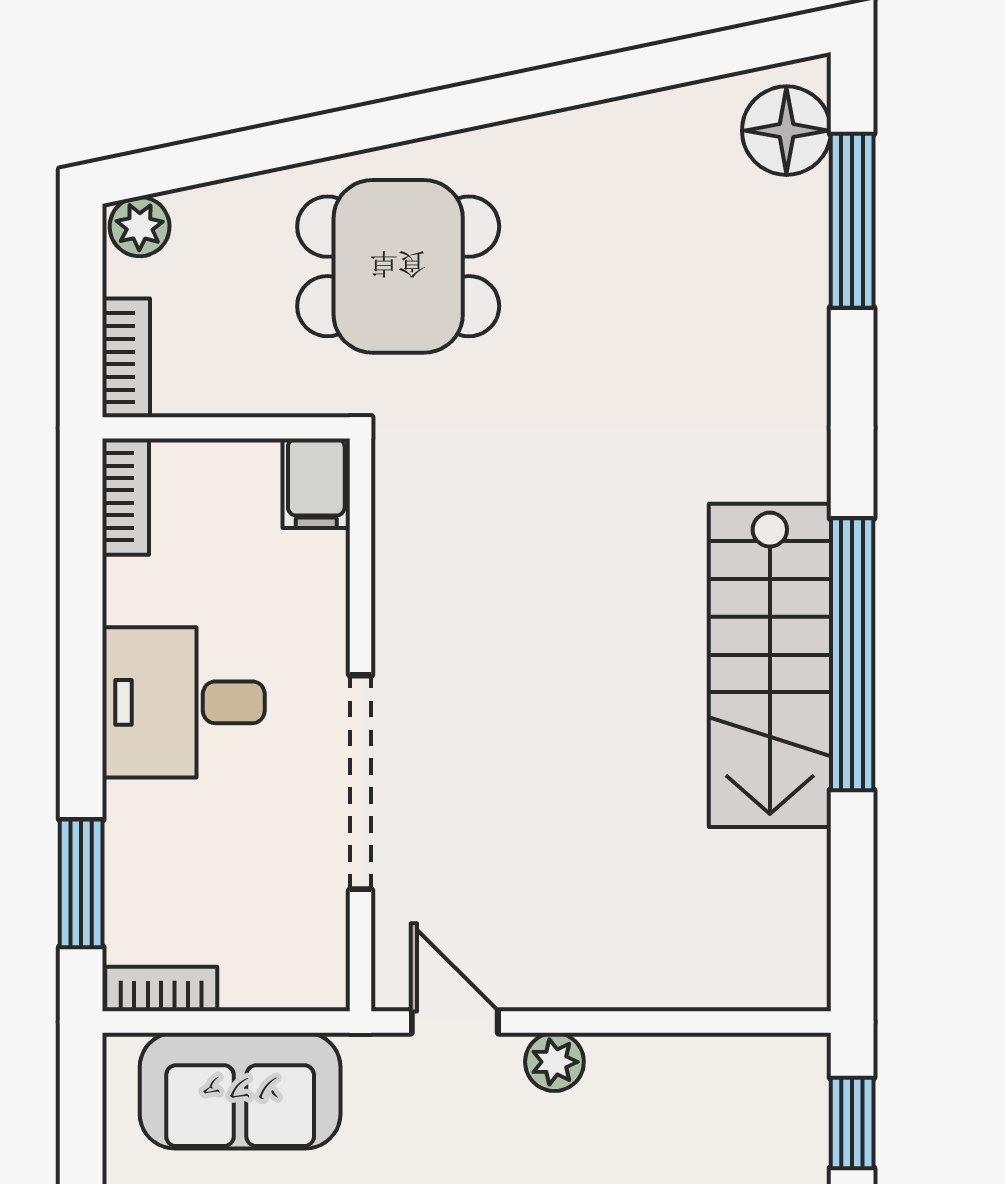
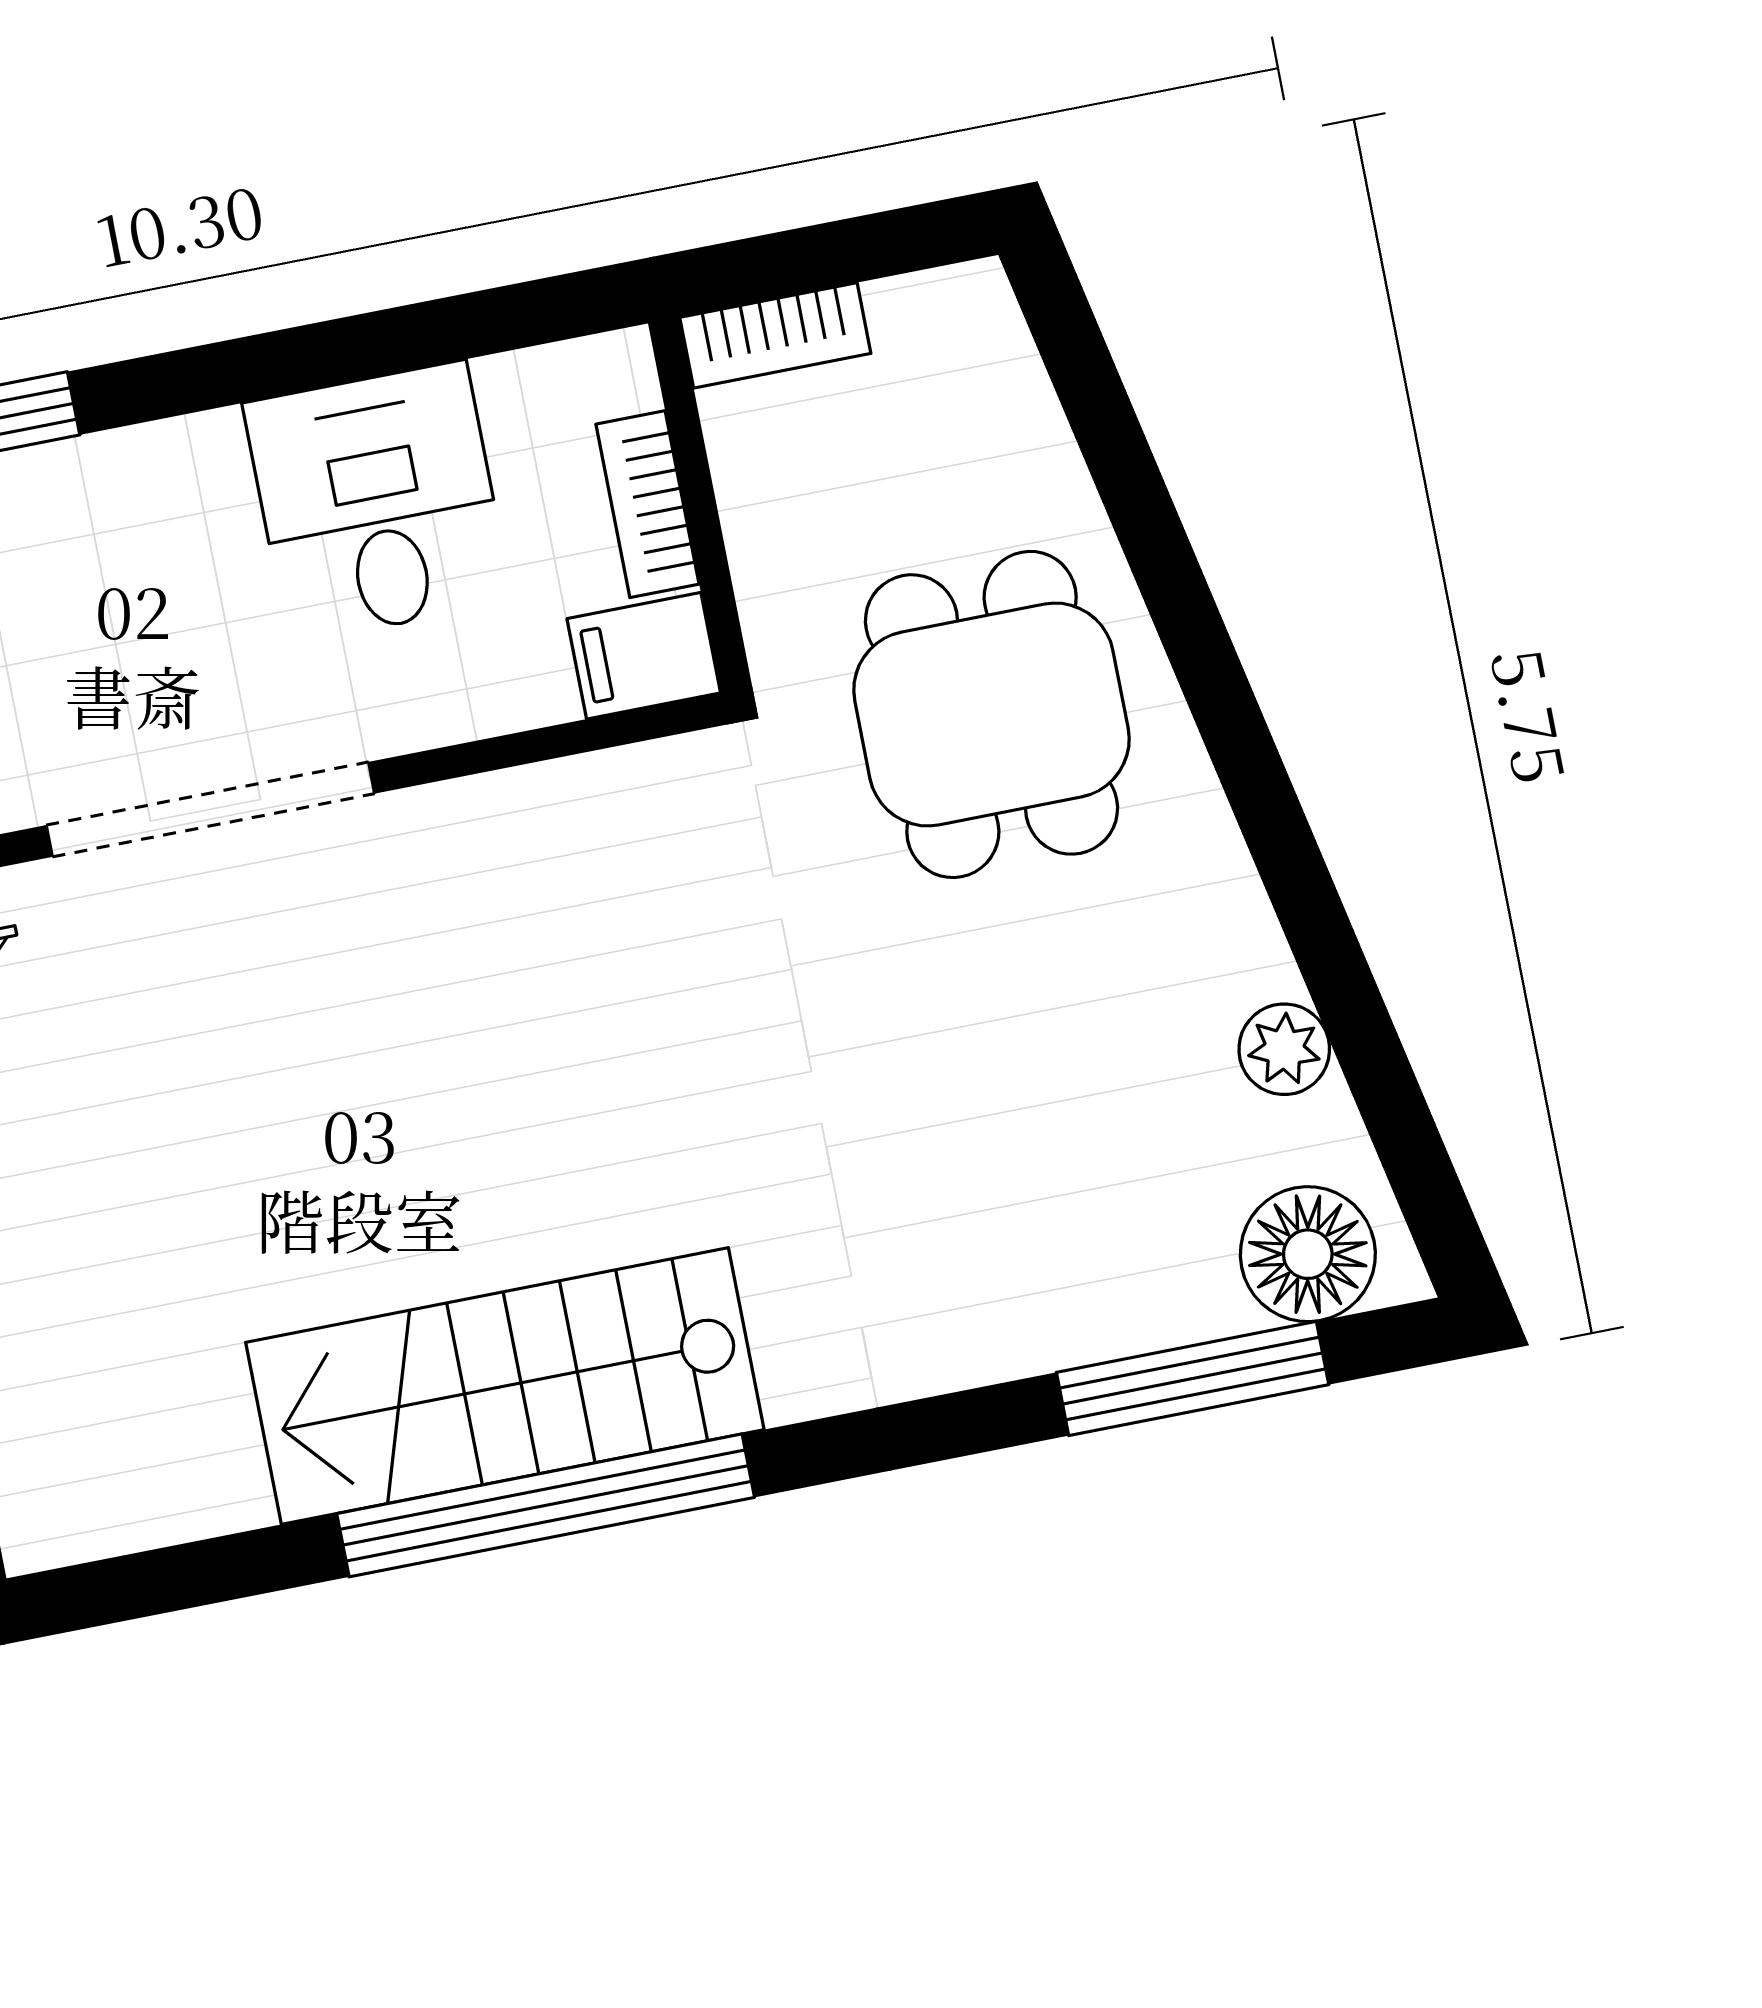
plant: (140, 227) -> (1284, 1049), moved
bookcase: (126, 497) -> (647, 504), moved, turned 90
desk: (183, 702) -> (378, 502), moved

